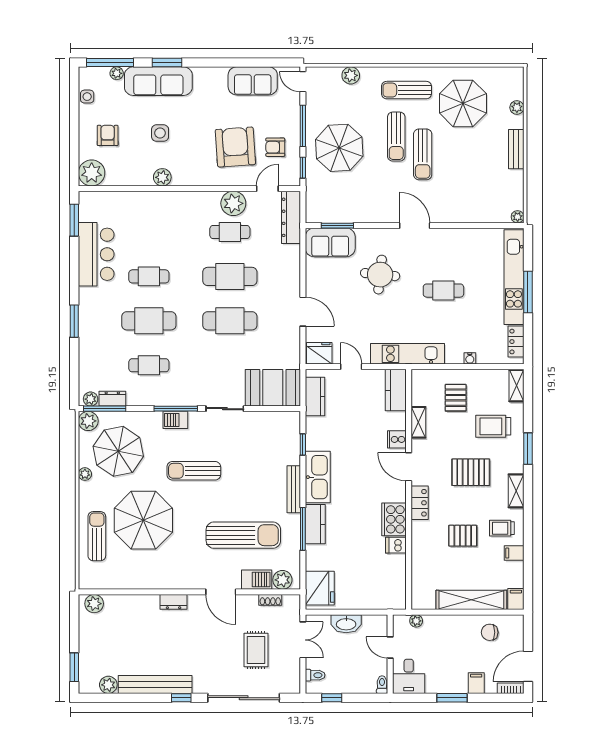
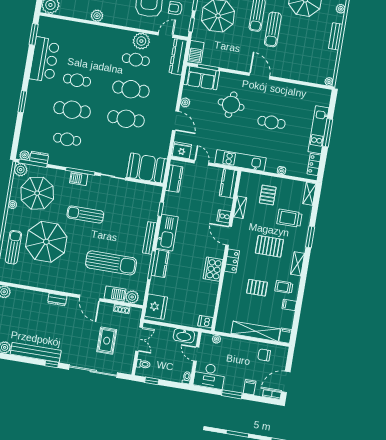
barbecue: (315, 206) -> (196, 52), added
kitchen unit: (514, 277) -> (318, 130), width x0.73
plant: (312, 282) -> (185, 102), added
dishwasher: (396, 545) -> (206, 322), moved
washbasin: (346, 624) -> (184, 336), moved
desk: (409, 676) -> (209, 376), width x1.37

